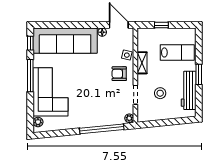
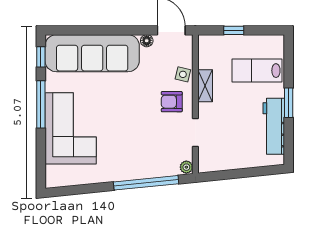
lab bench: (177, 52) -> (257, 71), turned 180
stool: (160, 93) -> (232, 130), removed
plant: (38, 122) -> (52, 173), removed

